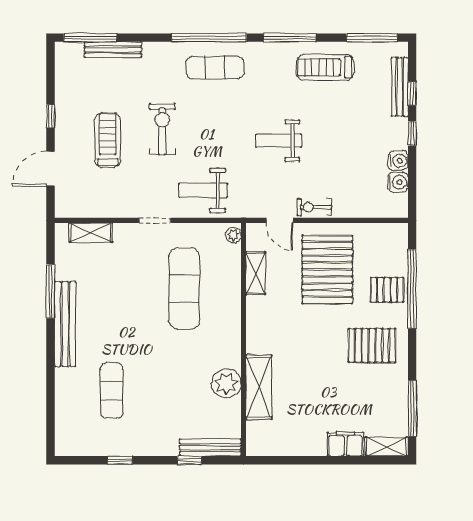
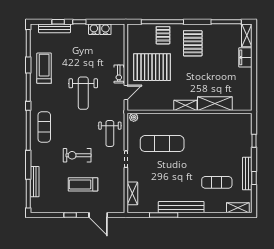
treadmill: (325, 67) -> (44, 68), turned 180
weight bench: (279, 141) -> (83, 93), width x1.36, depth x1.33
shelving: (256, 273) -> (185, 105), moved
plant: (226, 383) -> (213, 121), removed
shelving: (64, 430) -> (238, 208), added
bench: (210, 448) -> (247, 174), moved

